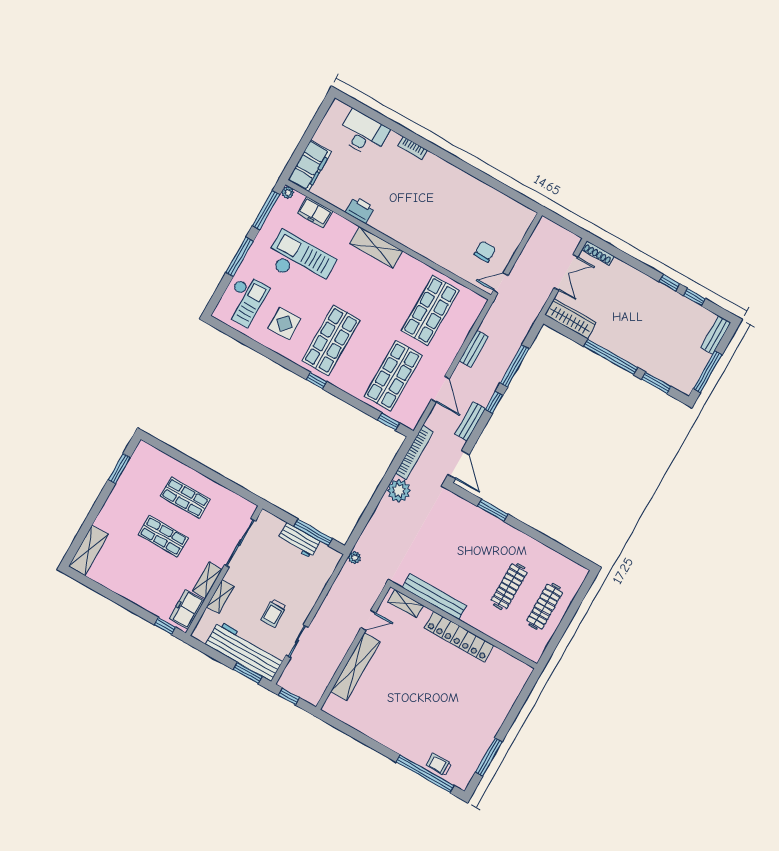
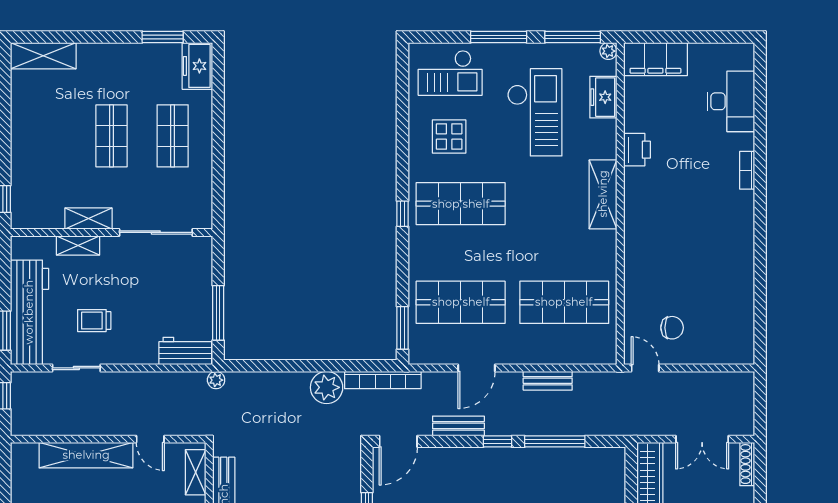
window: (389, 422) -> (402, 328), width x1.50
workbench: (299, 540) -> (185, 351), moved, turned 90
freezer: (187, 609) -> (197, 66), moved, turned -90

